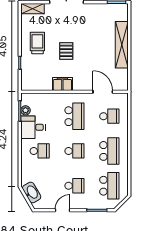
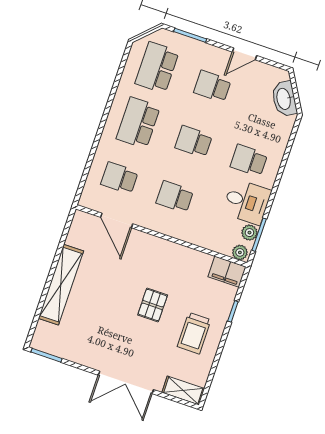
filing cabinet: (62, 84) -> (227, 272), moved
plant: (27, 97) -> (240, 252), added
school desk: (74, 116) -> (175, 197), width x0.54

